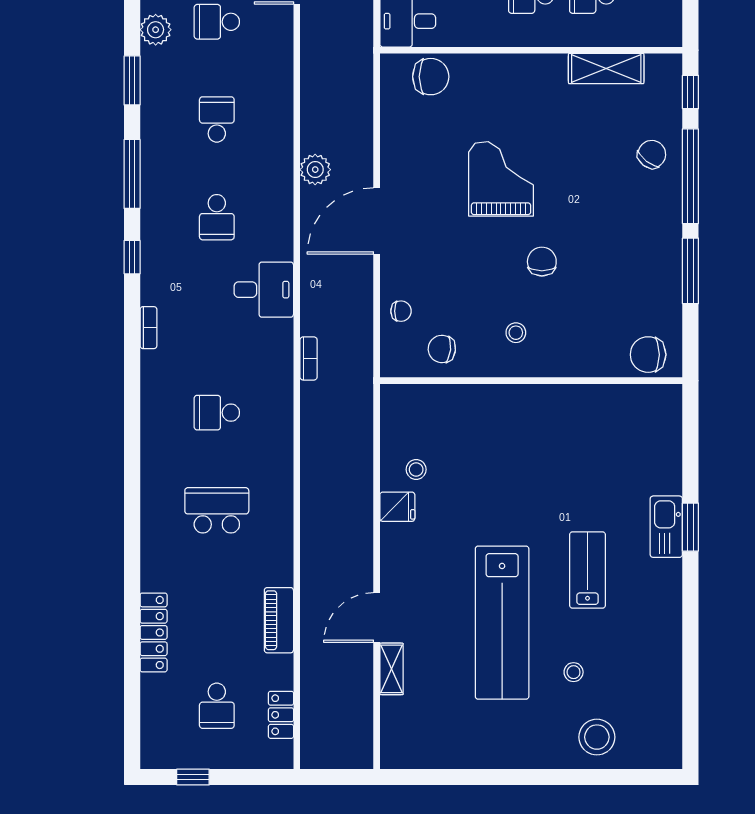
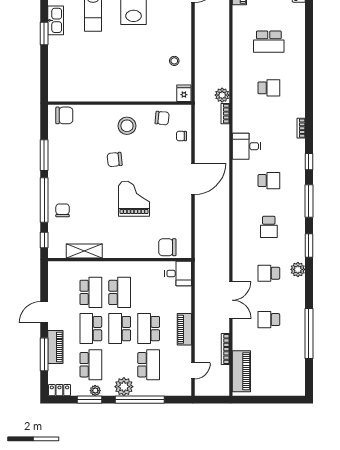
school desk: (217, 22) -> (269, 273), turned 180
chair: (652, 154) -> (63, 210), turned 142
plant: (315, 170) -> (222, 95), moved
grand piano: (501, 179) -> (134, 199), turned 180
school desk: (217, 217) -> (269, 181), turned 90
chair: (542, 262) -> (115, 160), turned 84
stool: (516, 333) -> (127, 126), width x1.89, depth x1.89
fridge: (397, 507) -> (184, 93), moved, turned 90
kitchen sink: (666, 527) -> (56, 20), moved

